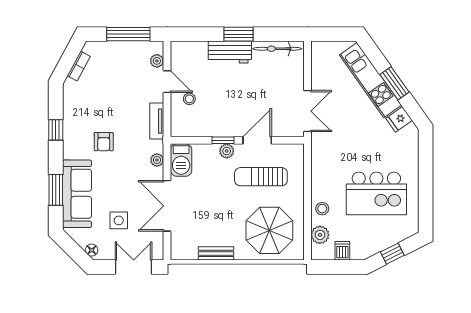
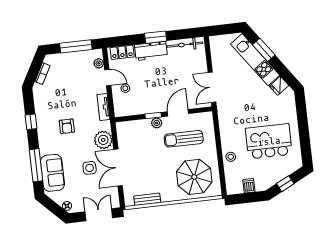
locker: (191, 49) -> (122, 52), added
window: (395, 83) -> (264, 50), moved
double door: (307, 111) -> (212, 87), swing flipped
plant: (157, 160) -> (103, 140), width x1.88, depth x1.88
barbecue: (181, 160) -> (124, 133), removed
window: (56, 190) -> (36, 165), width x1.44
kitchen island: (376, 193) -> (269, 141), turned 180
sofa: (77, 194) -> (52, 173), width x0.73
side table: (119, 220) -> (90, 168), moved
plant: (320, 235) -> (231, 176), removed
bench: (216, 253) -> (147, 199), moved

